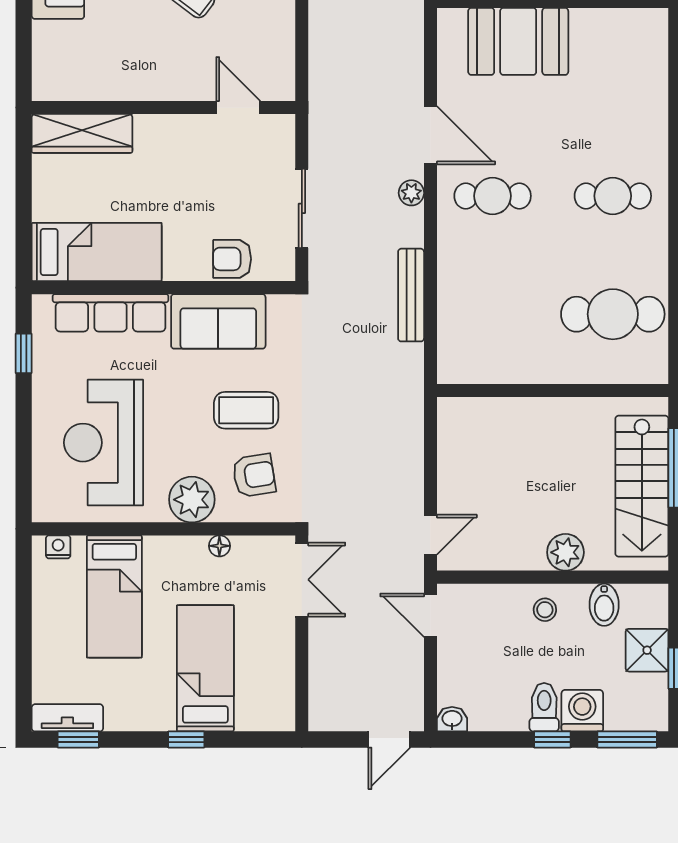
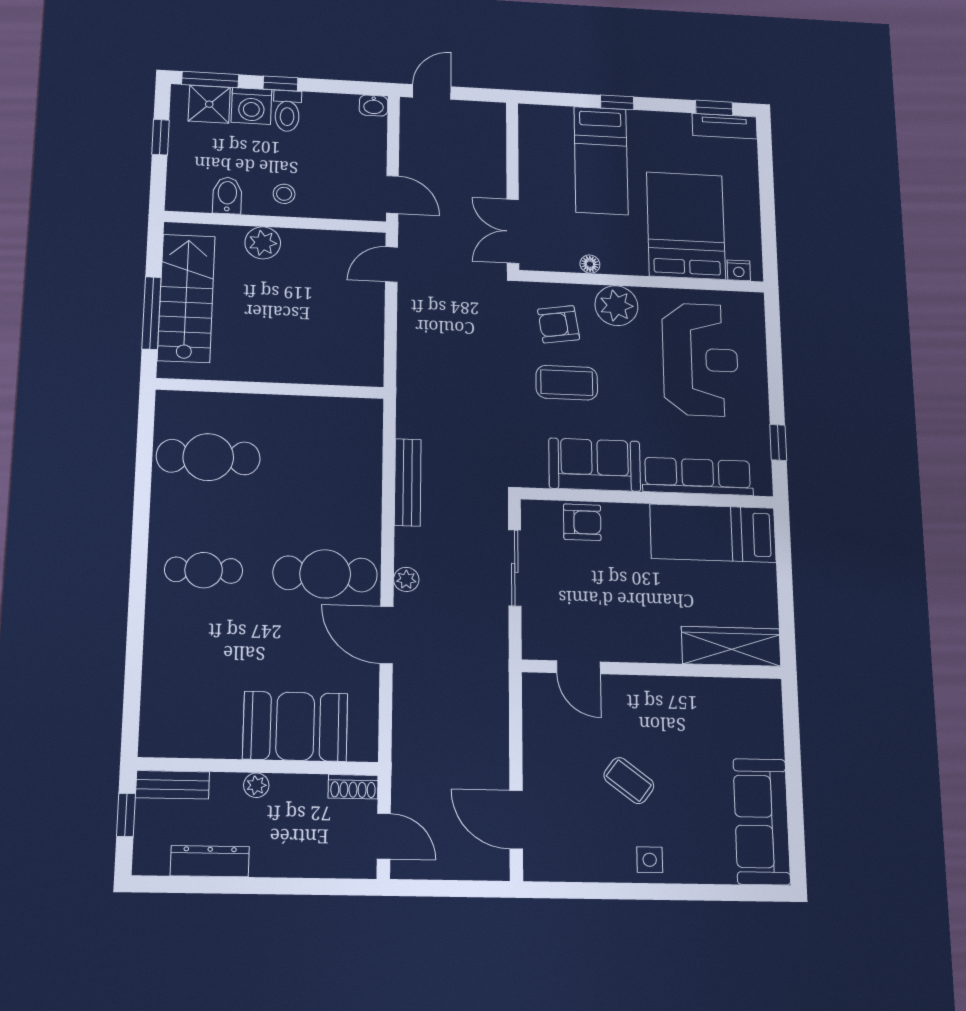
cafe table: (493, 196) -> (325, 574), width x1.37, depth x1.35
bed: (114, 596) -> (686, 225), width x1.50
shower: (647, 650) -> (209, 104), moved

